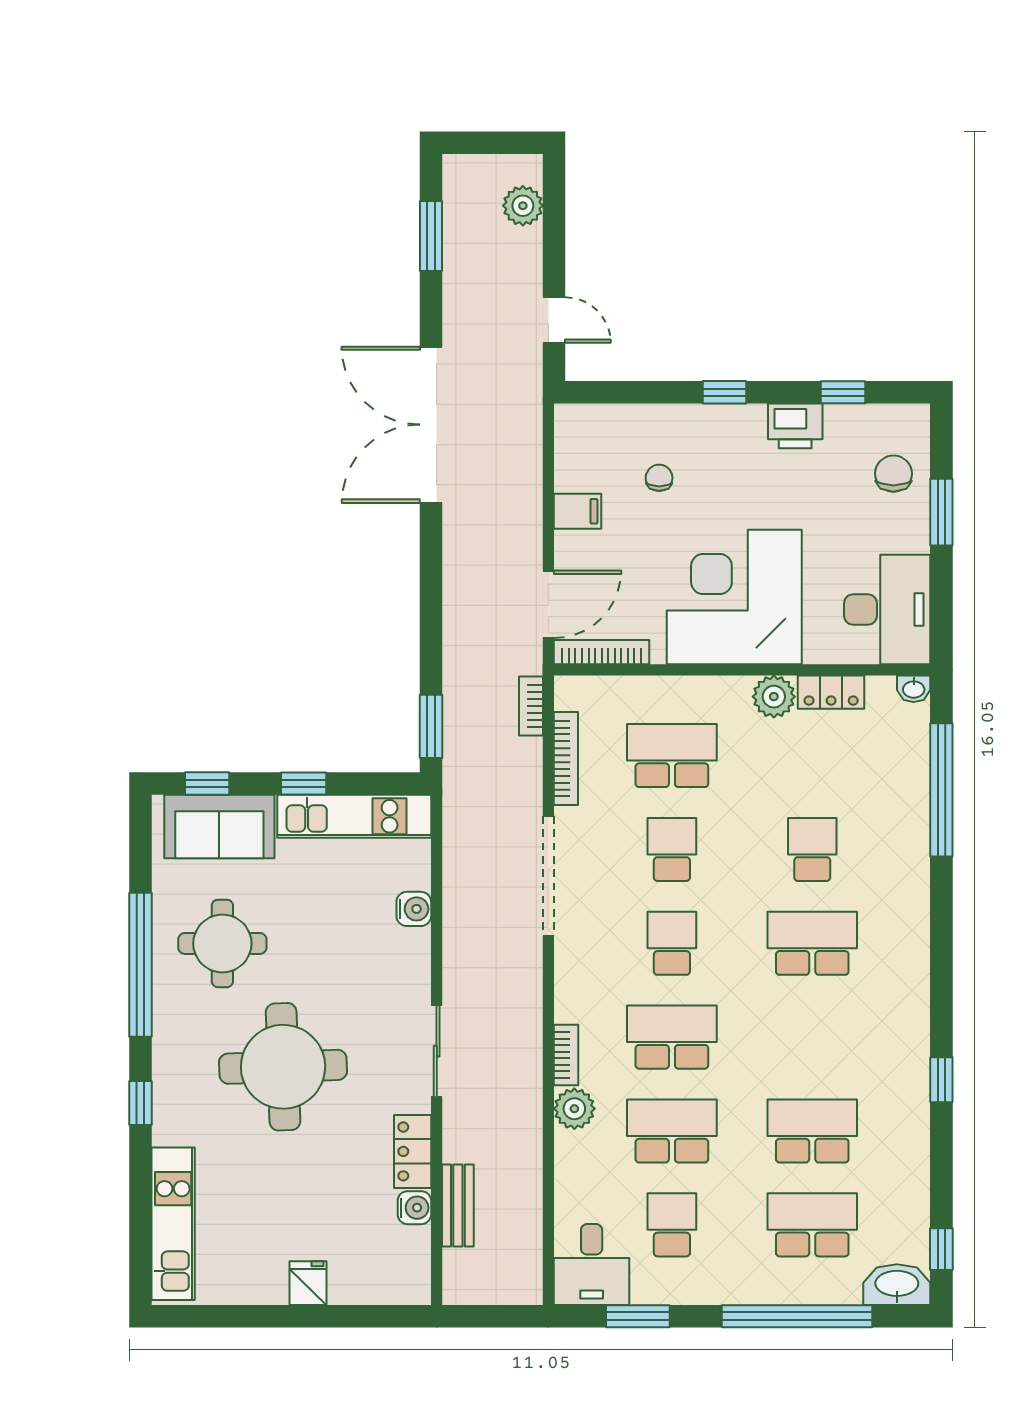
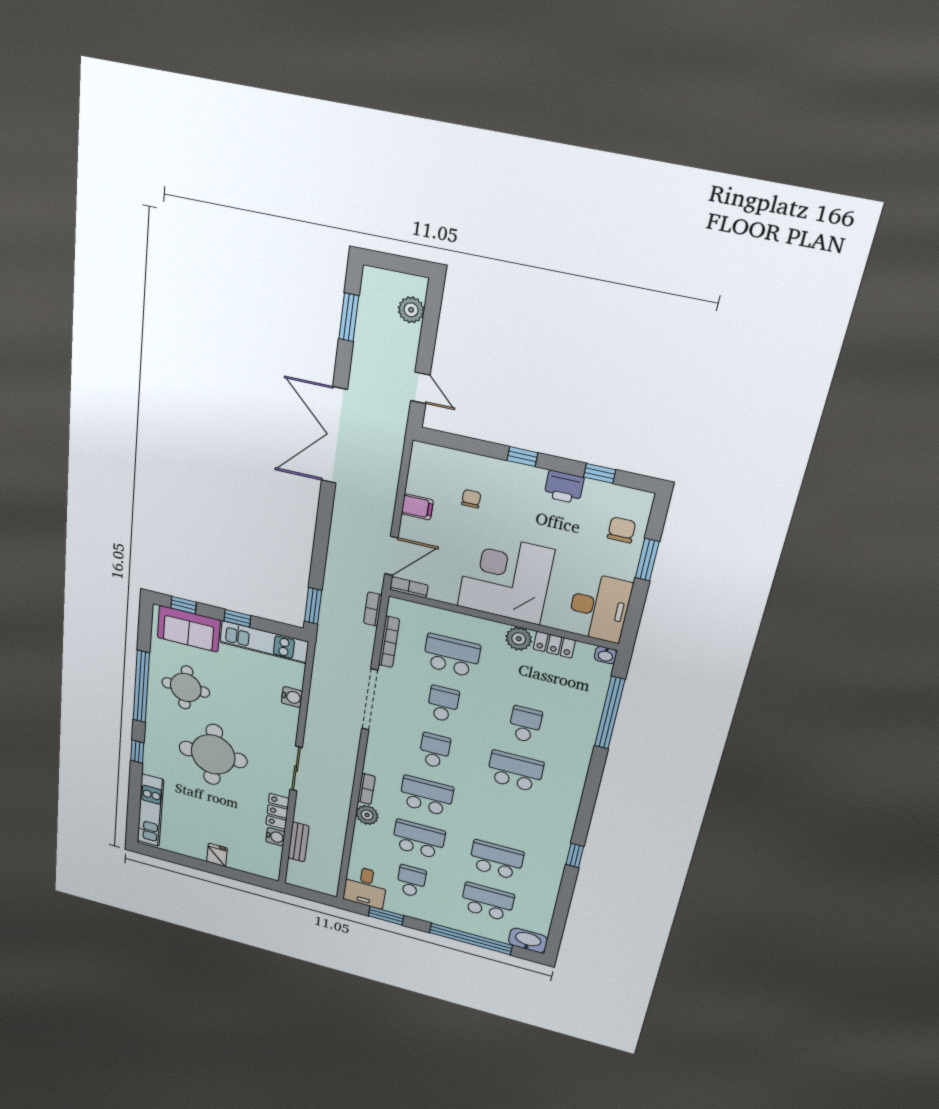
bookcase: (602, 652) -> (409, 587), width x0.64
window: (941, 1249) -> (556, 932), removed

